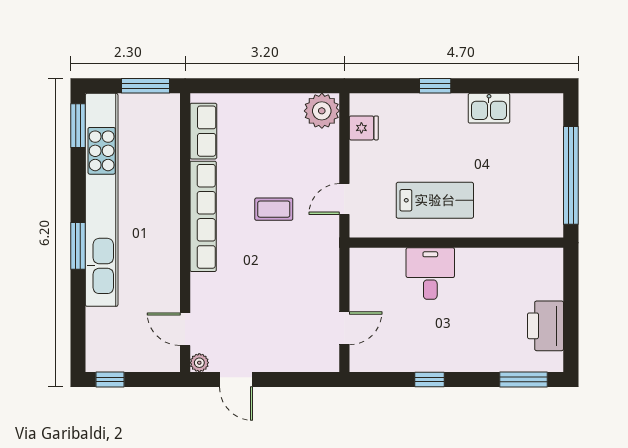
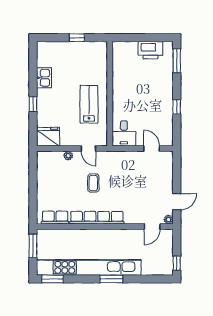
plant: (322, 111) -> (68, 156), moved, width x0.53, depth x0.53
fridge: (364, 128) -> (48, 137), width x1.88, depth x1.34
window: (571, 175) -> (77, 38), width x0.32
desk: (430, 274) -> (124, 133), moved, turned -90

